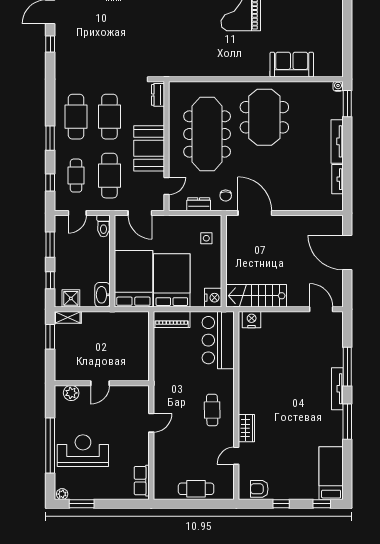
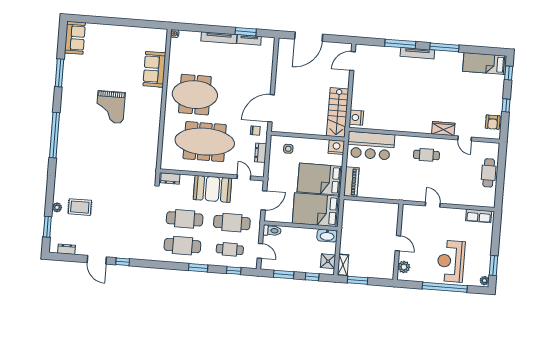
window: (347, 104) -> (246, 32), moved

